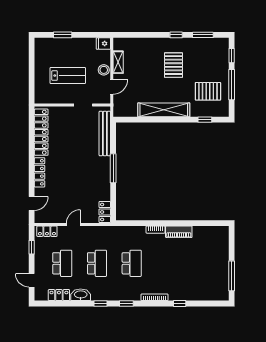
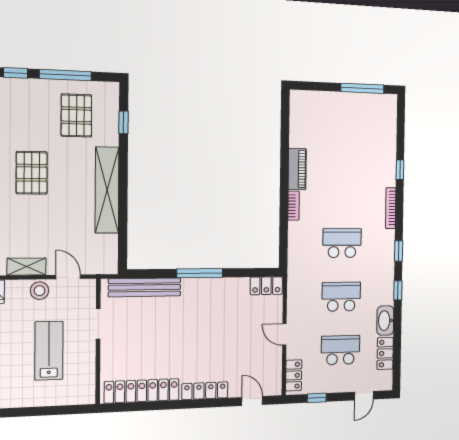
pallet: (173, 65) -> (32, 173), turned 90

